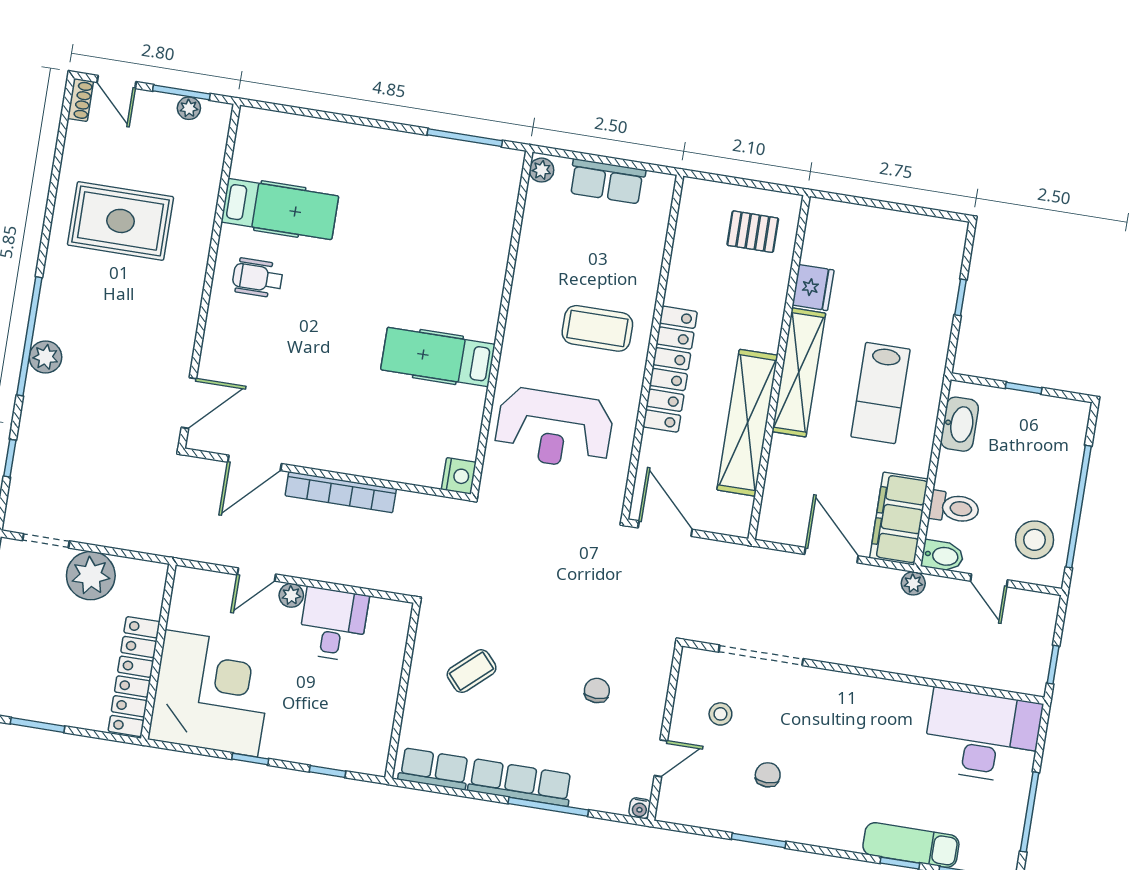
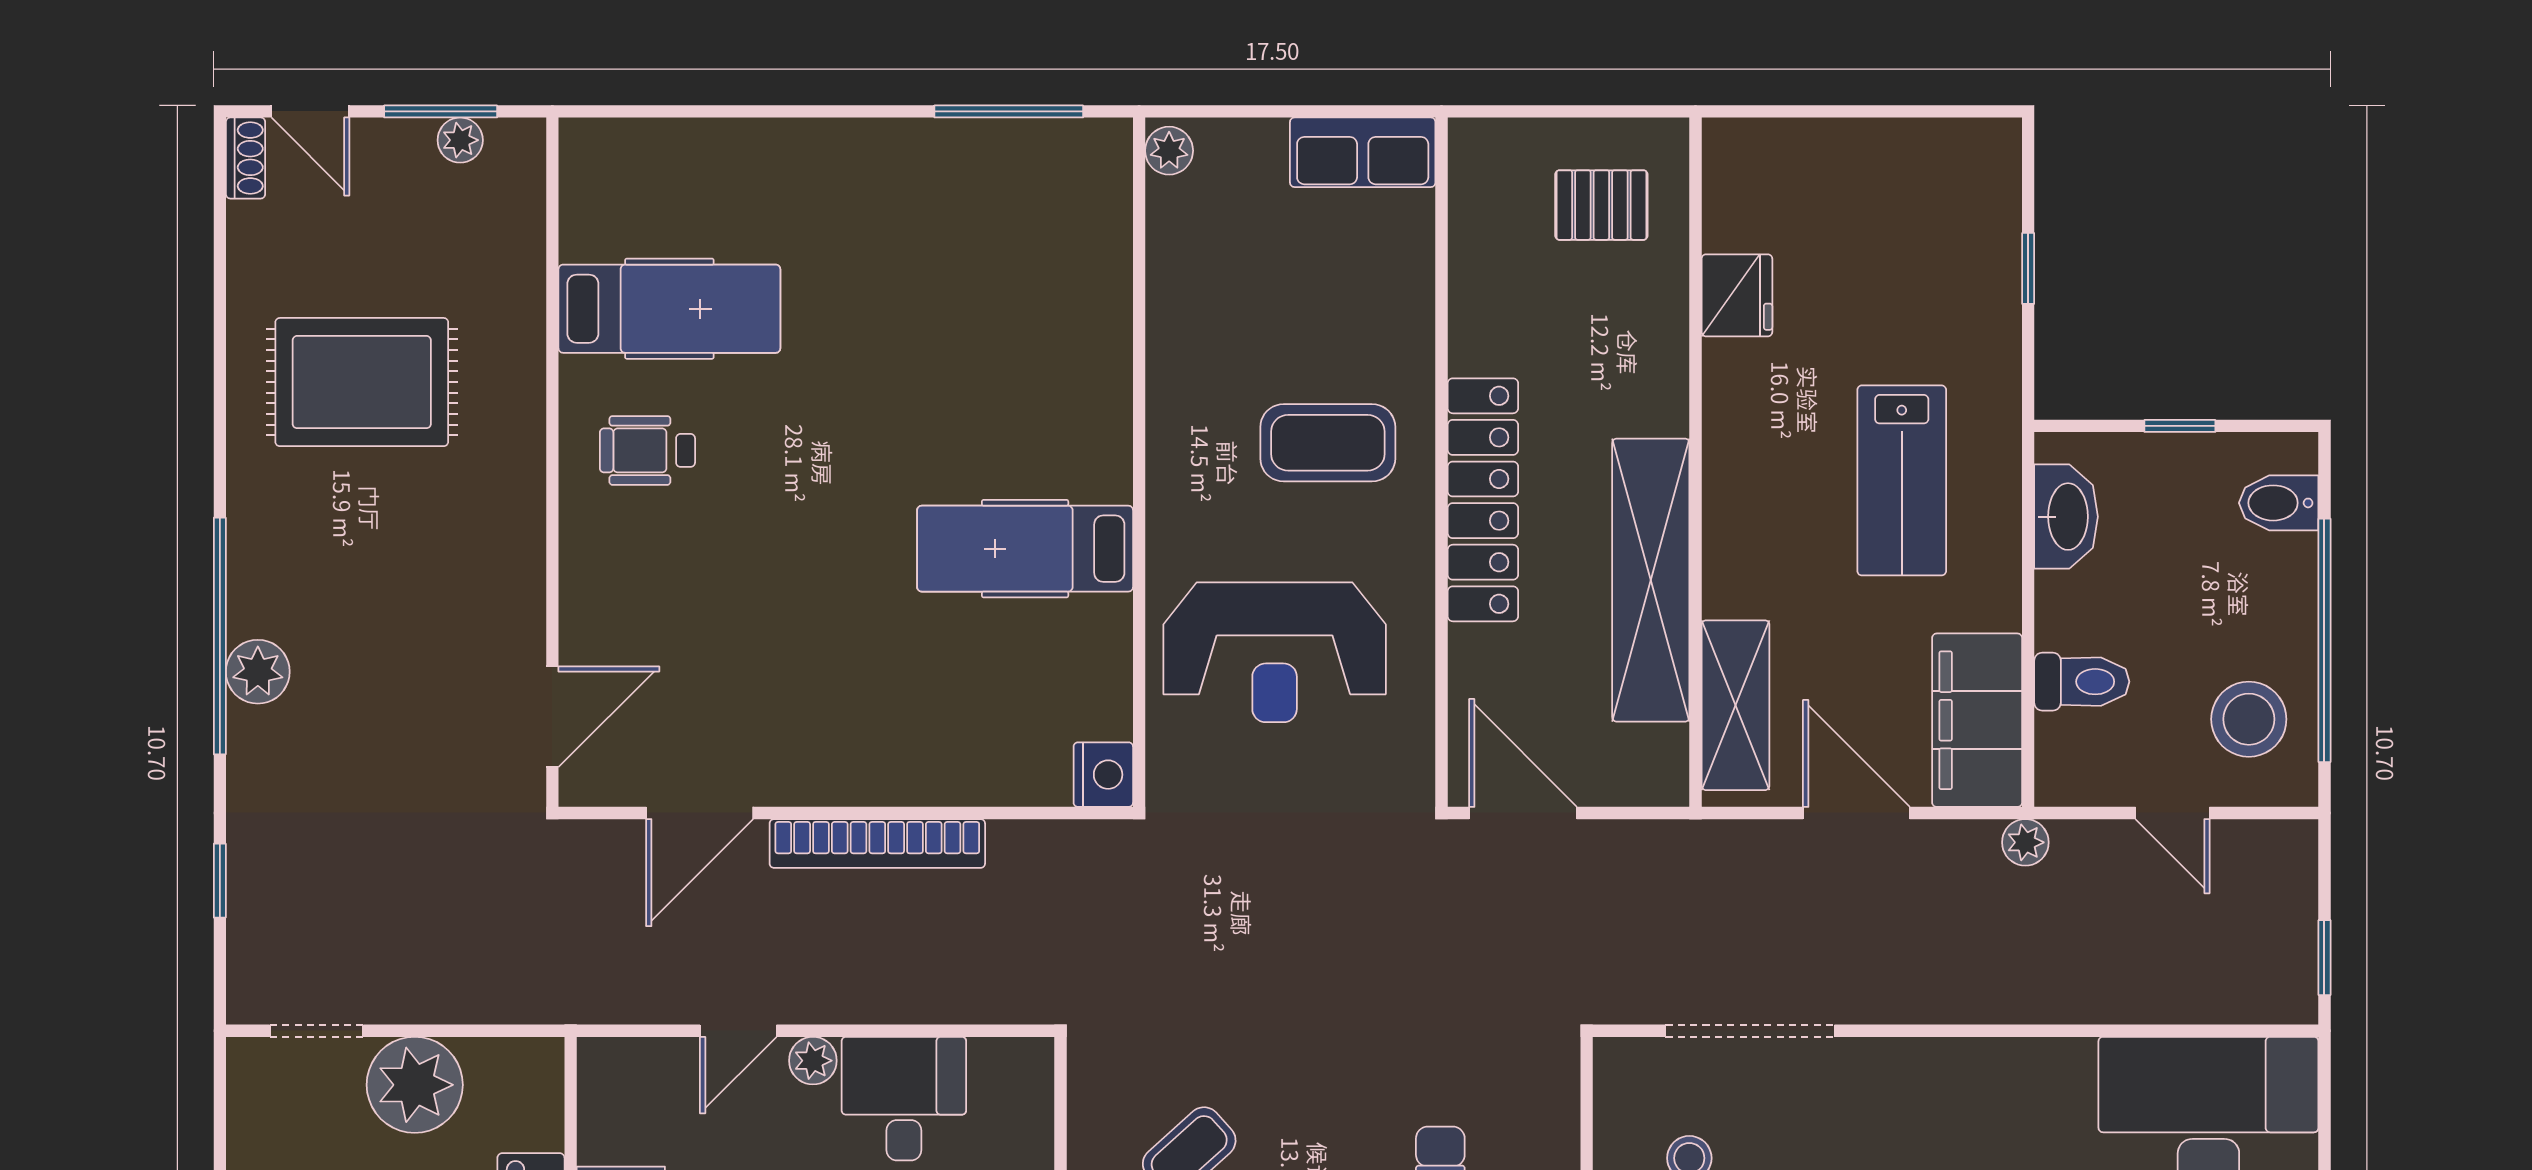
row of seats: (607, 181) -> (1363, 152), moved
shelving: (799, 372) -> (1735, 705), moved, width x0.68
bidet: (942, 556) -> (2279, 503), moved, turned 180

